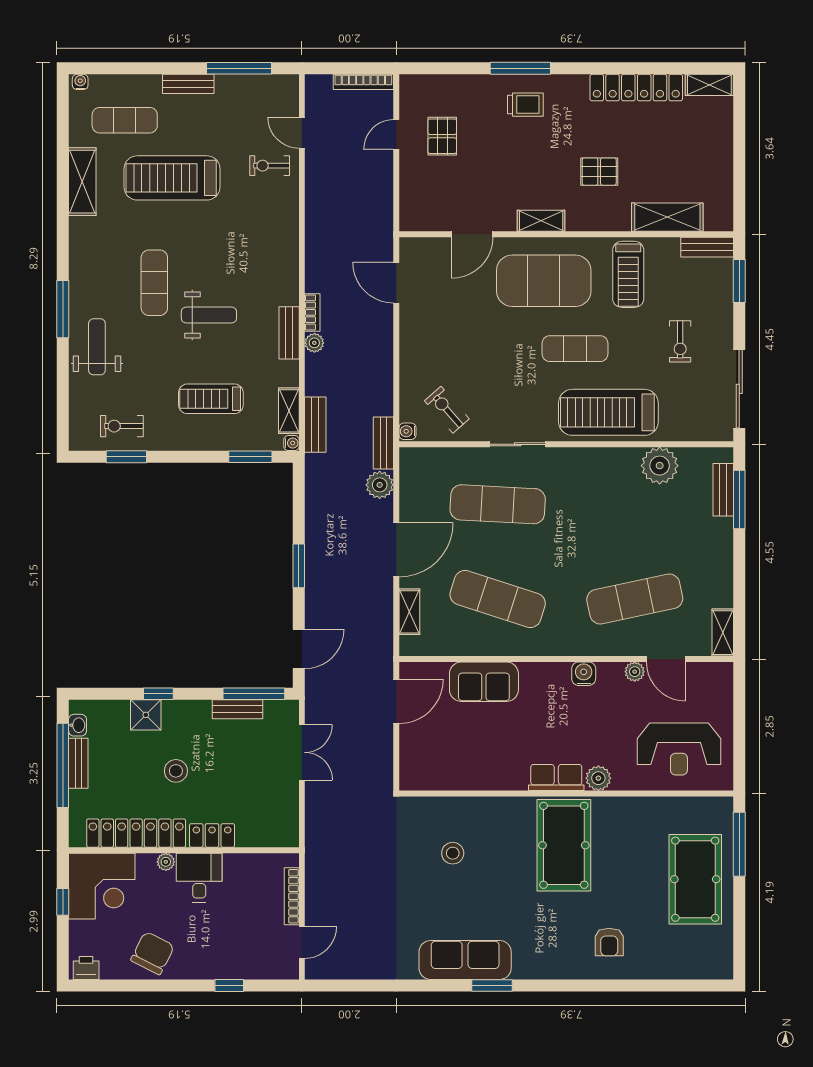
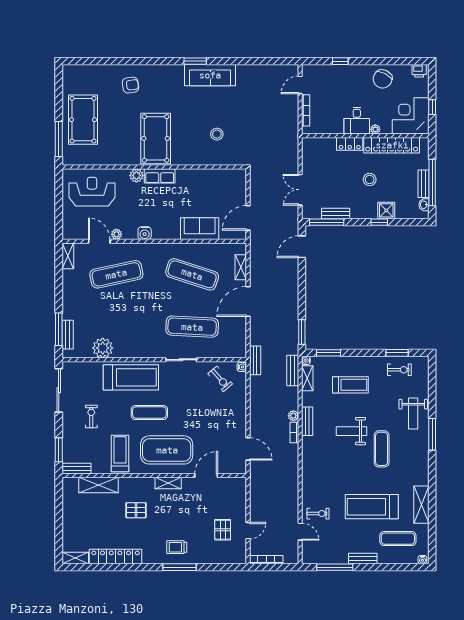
treadmill: (172, 178) -> (372, 507), turned 180
plant: (380, 485) -> (257, 337), removed
window: (299, 566) -> (302, 332), moved
armchair: (609, 942) -> (130, 85), turned 82

